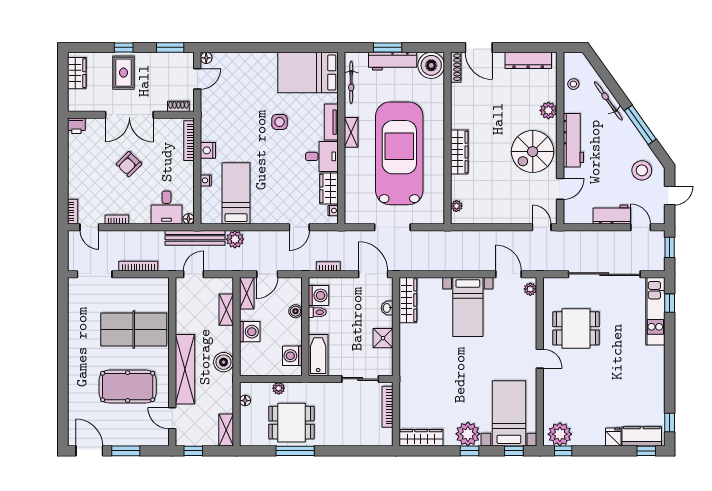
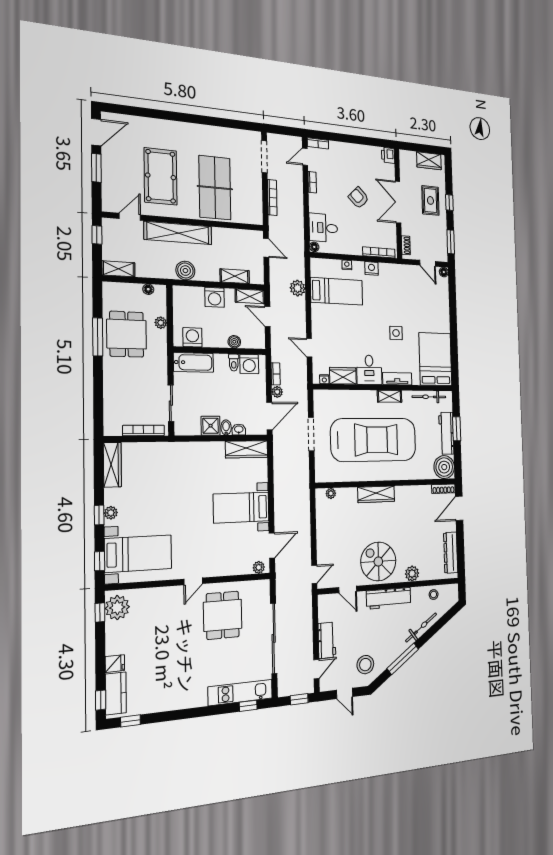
rug: (124, 73) -> (430, 200), turned 90
bench: (195, 238) -> (298, 251), removed
plant: (347, 265) -> (277, 392), added
bidet: (385, 322) -> (226, 427), added
plant: (468, 434) -> (111, 513), width x0.53, depth x0.53

